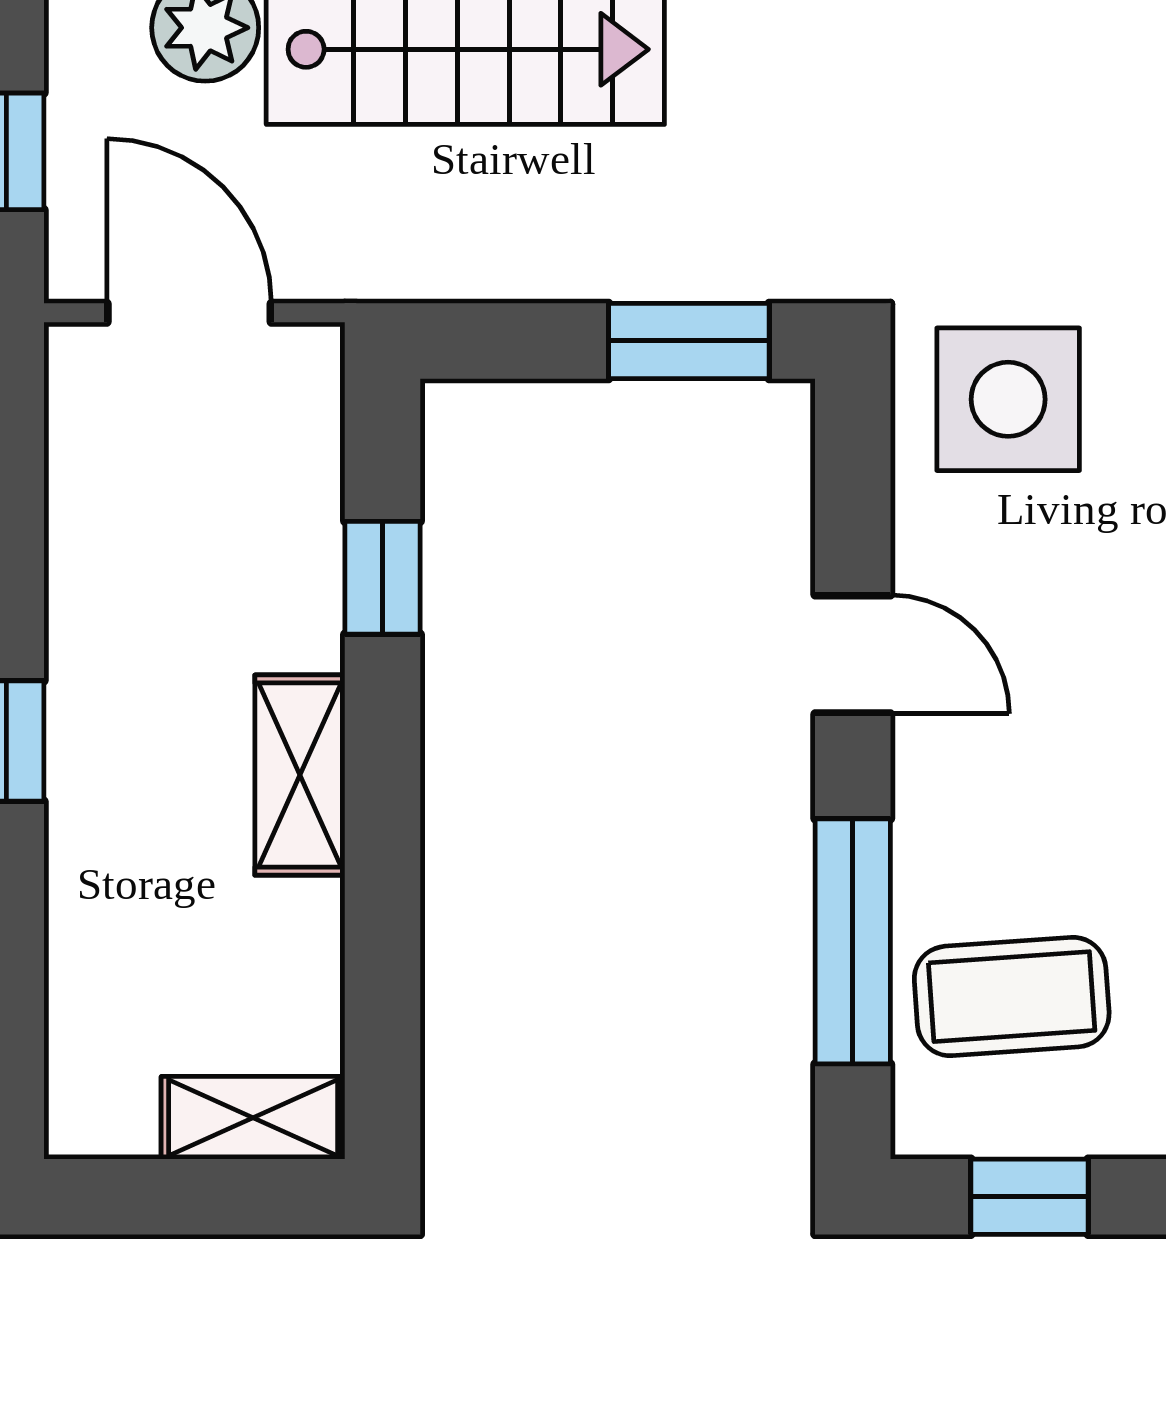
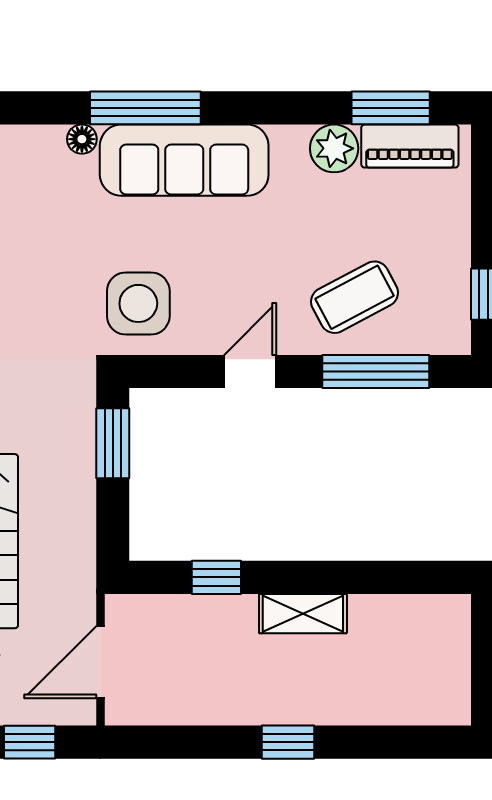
coffee table: (1012, 997) -> (354, 297), moved, turned 66
shelving: (253, 1118) -> (453, 634), removed

